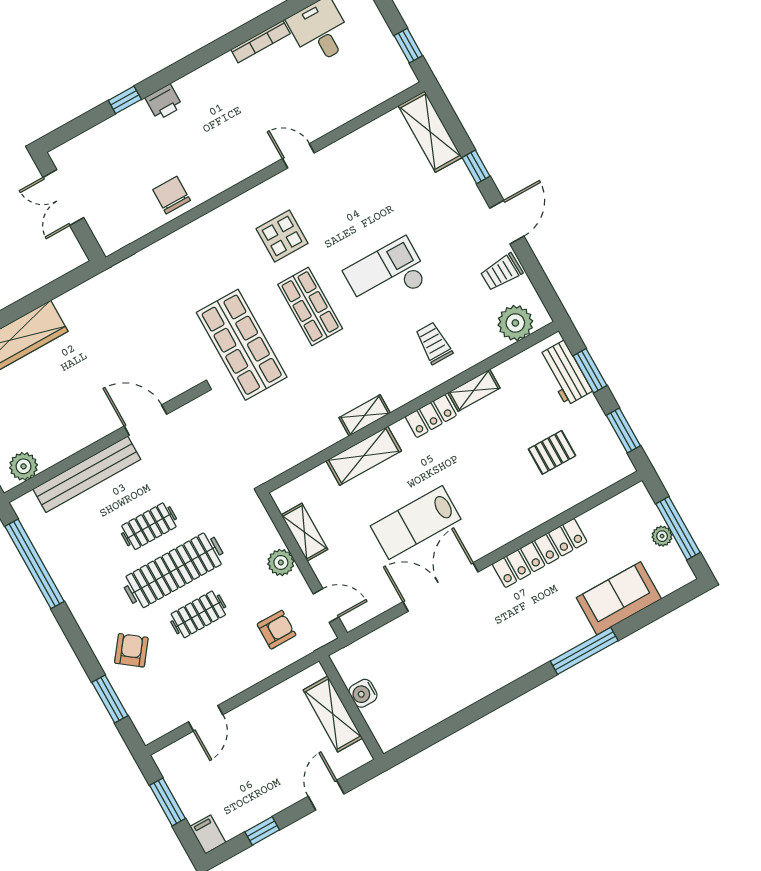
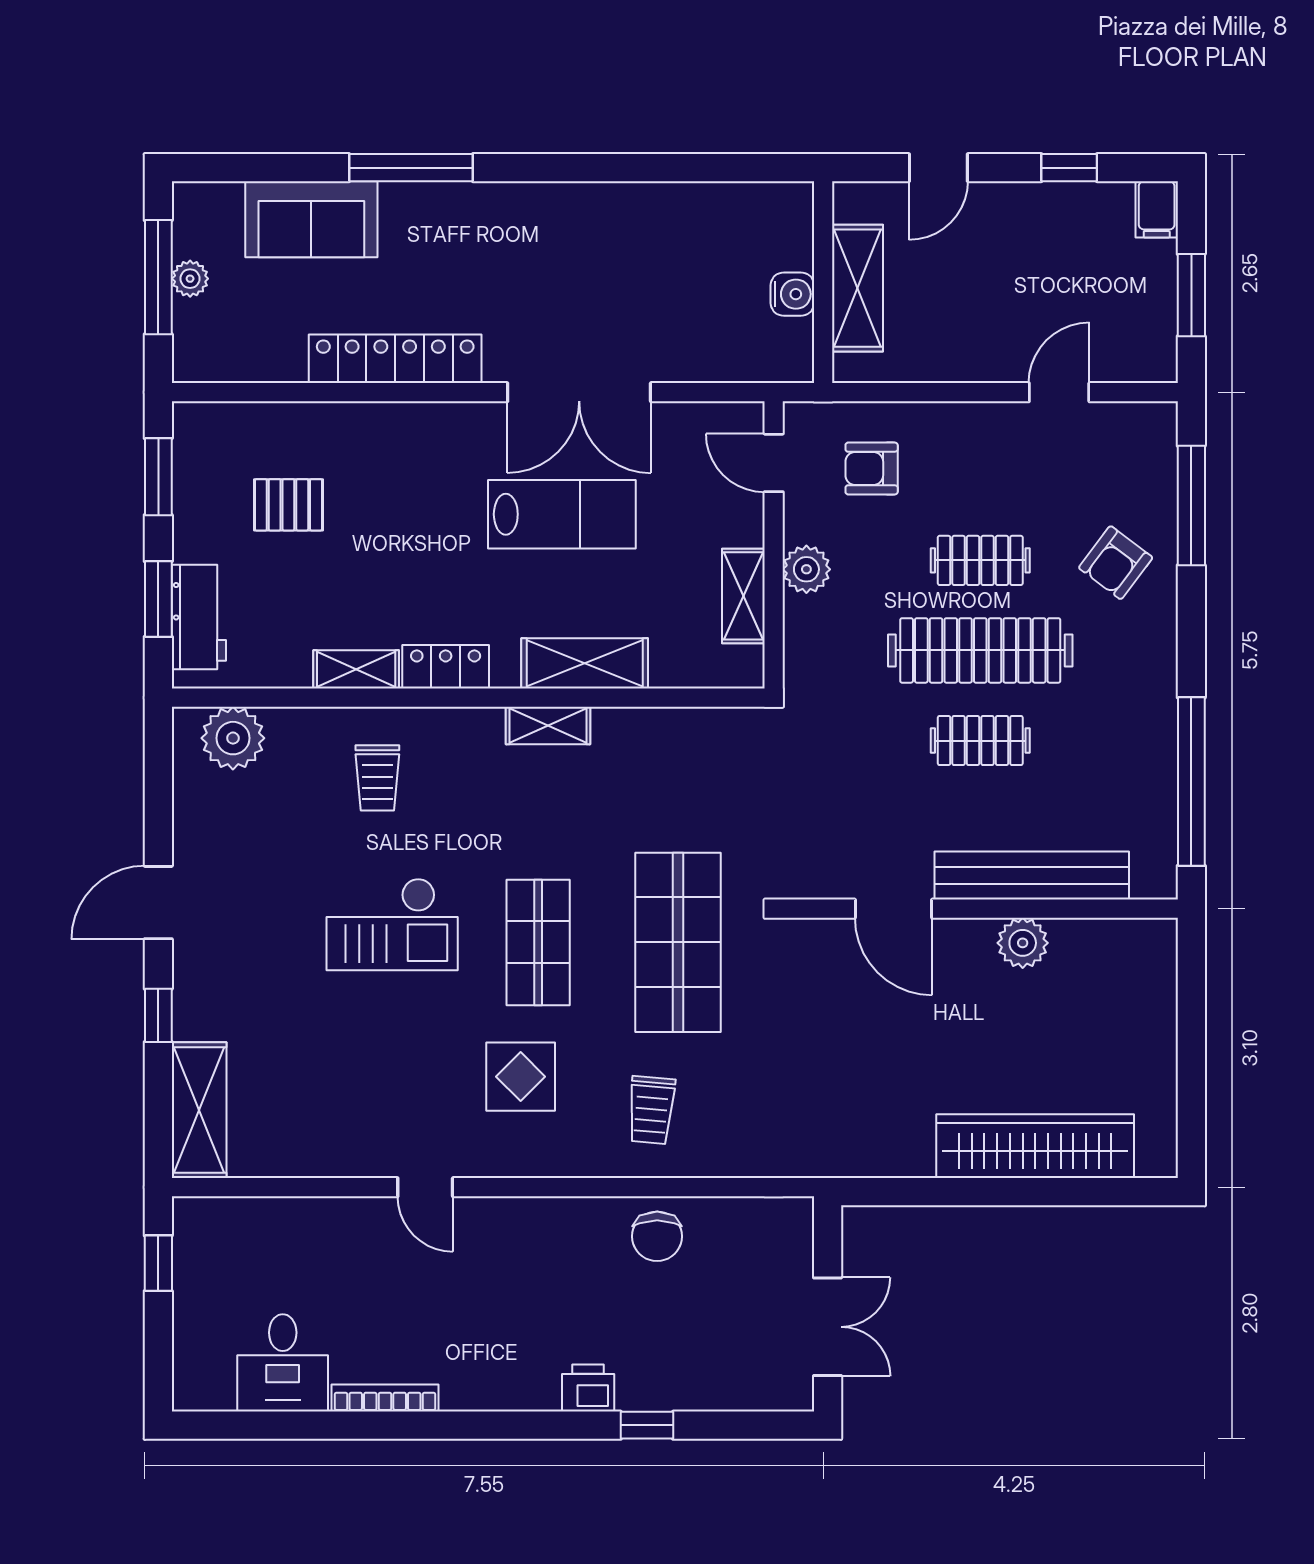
trolley: (502, 272) -> (651, 1110), moved, turned 97
plant: (24, 466) -> (1023, 943), moved
window: (110, 699) -> (1191, 506), width x1.44

